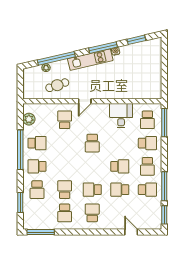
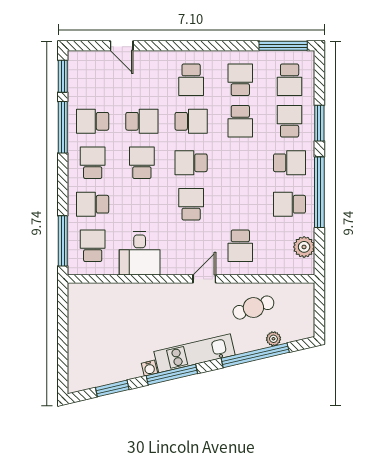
school desk: (92, 166) -> (191, 163), added
school desk: (120, 166) -> (142, 163), turned 90
window: (20, 202) -> (319, 123), moved
school desk: (37, 213) -> (290, 80), added

